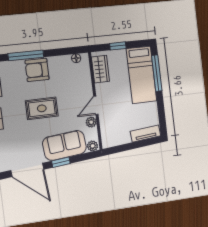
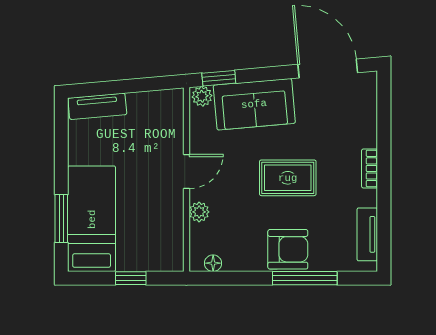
wardrobe: (100, 69) -> (169, 238), removed
window: (157, 73) -> (61, 218), width x0.69
plant: (91, 122) -> (199, 212), moved
window: (61, 162) -> (219, 78), moved

